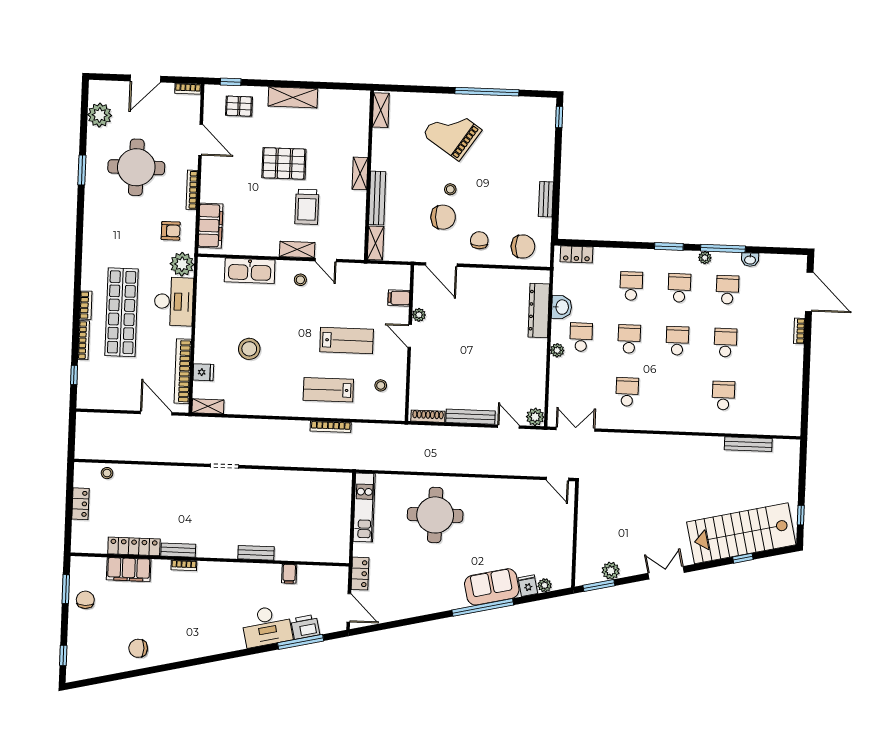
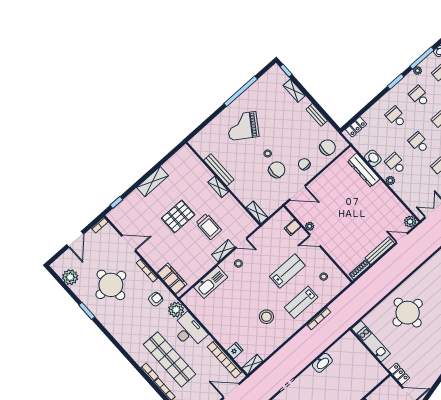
pallet: (239, 106) -> (131, 210), removed
shelving: (381, 110) -> (294, 91), moved
bench: (377, 198) -> (219, 170), moved
stool: (249, 349) -> (266, 317), moved
washbasin: (287, 479) -> (322, 363), added

